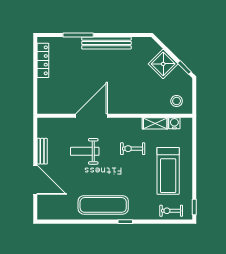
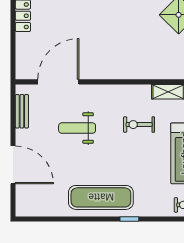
door: (91, 116) -> (58, 82), moved
bench: (42, 151) -> (22, 111), moved

